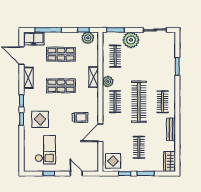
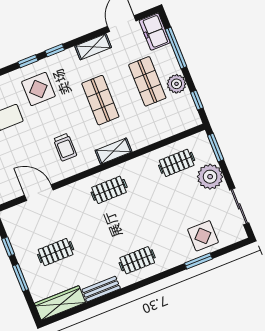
plant: (88, 38) -> (177, 84), moved
shelving: (94, 77) -> (113, 151), moved
plant: (108, 81) -> (135, 167), removed
clothes rail: (139, 102) -> (123, 225), removed
door: (100, 133) -> (39, 193), moved
display table: (113, 161) -> (203, 236), moved
wardrobe: (169, 161) -> (60, 303), width x1.50

